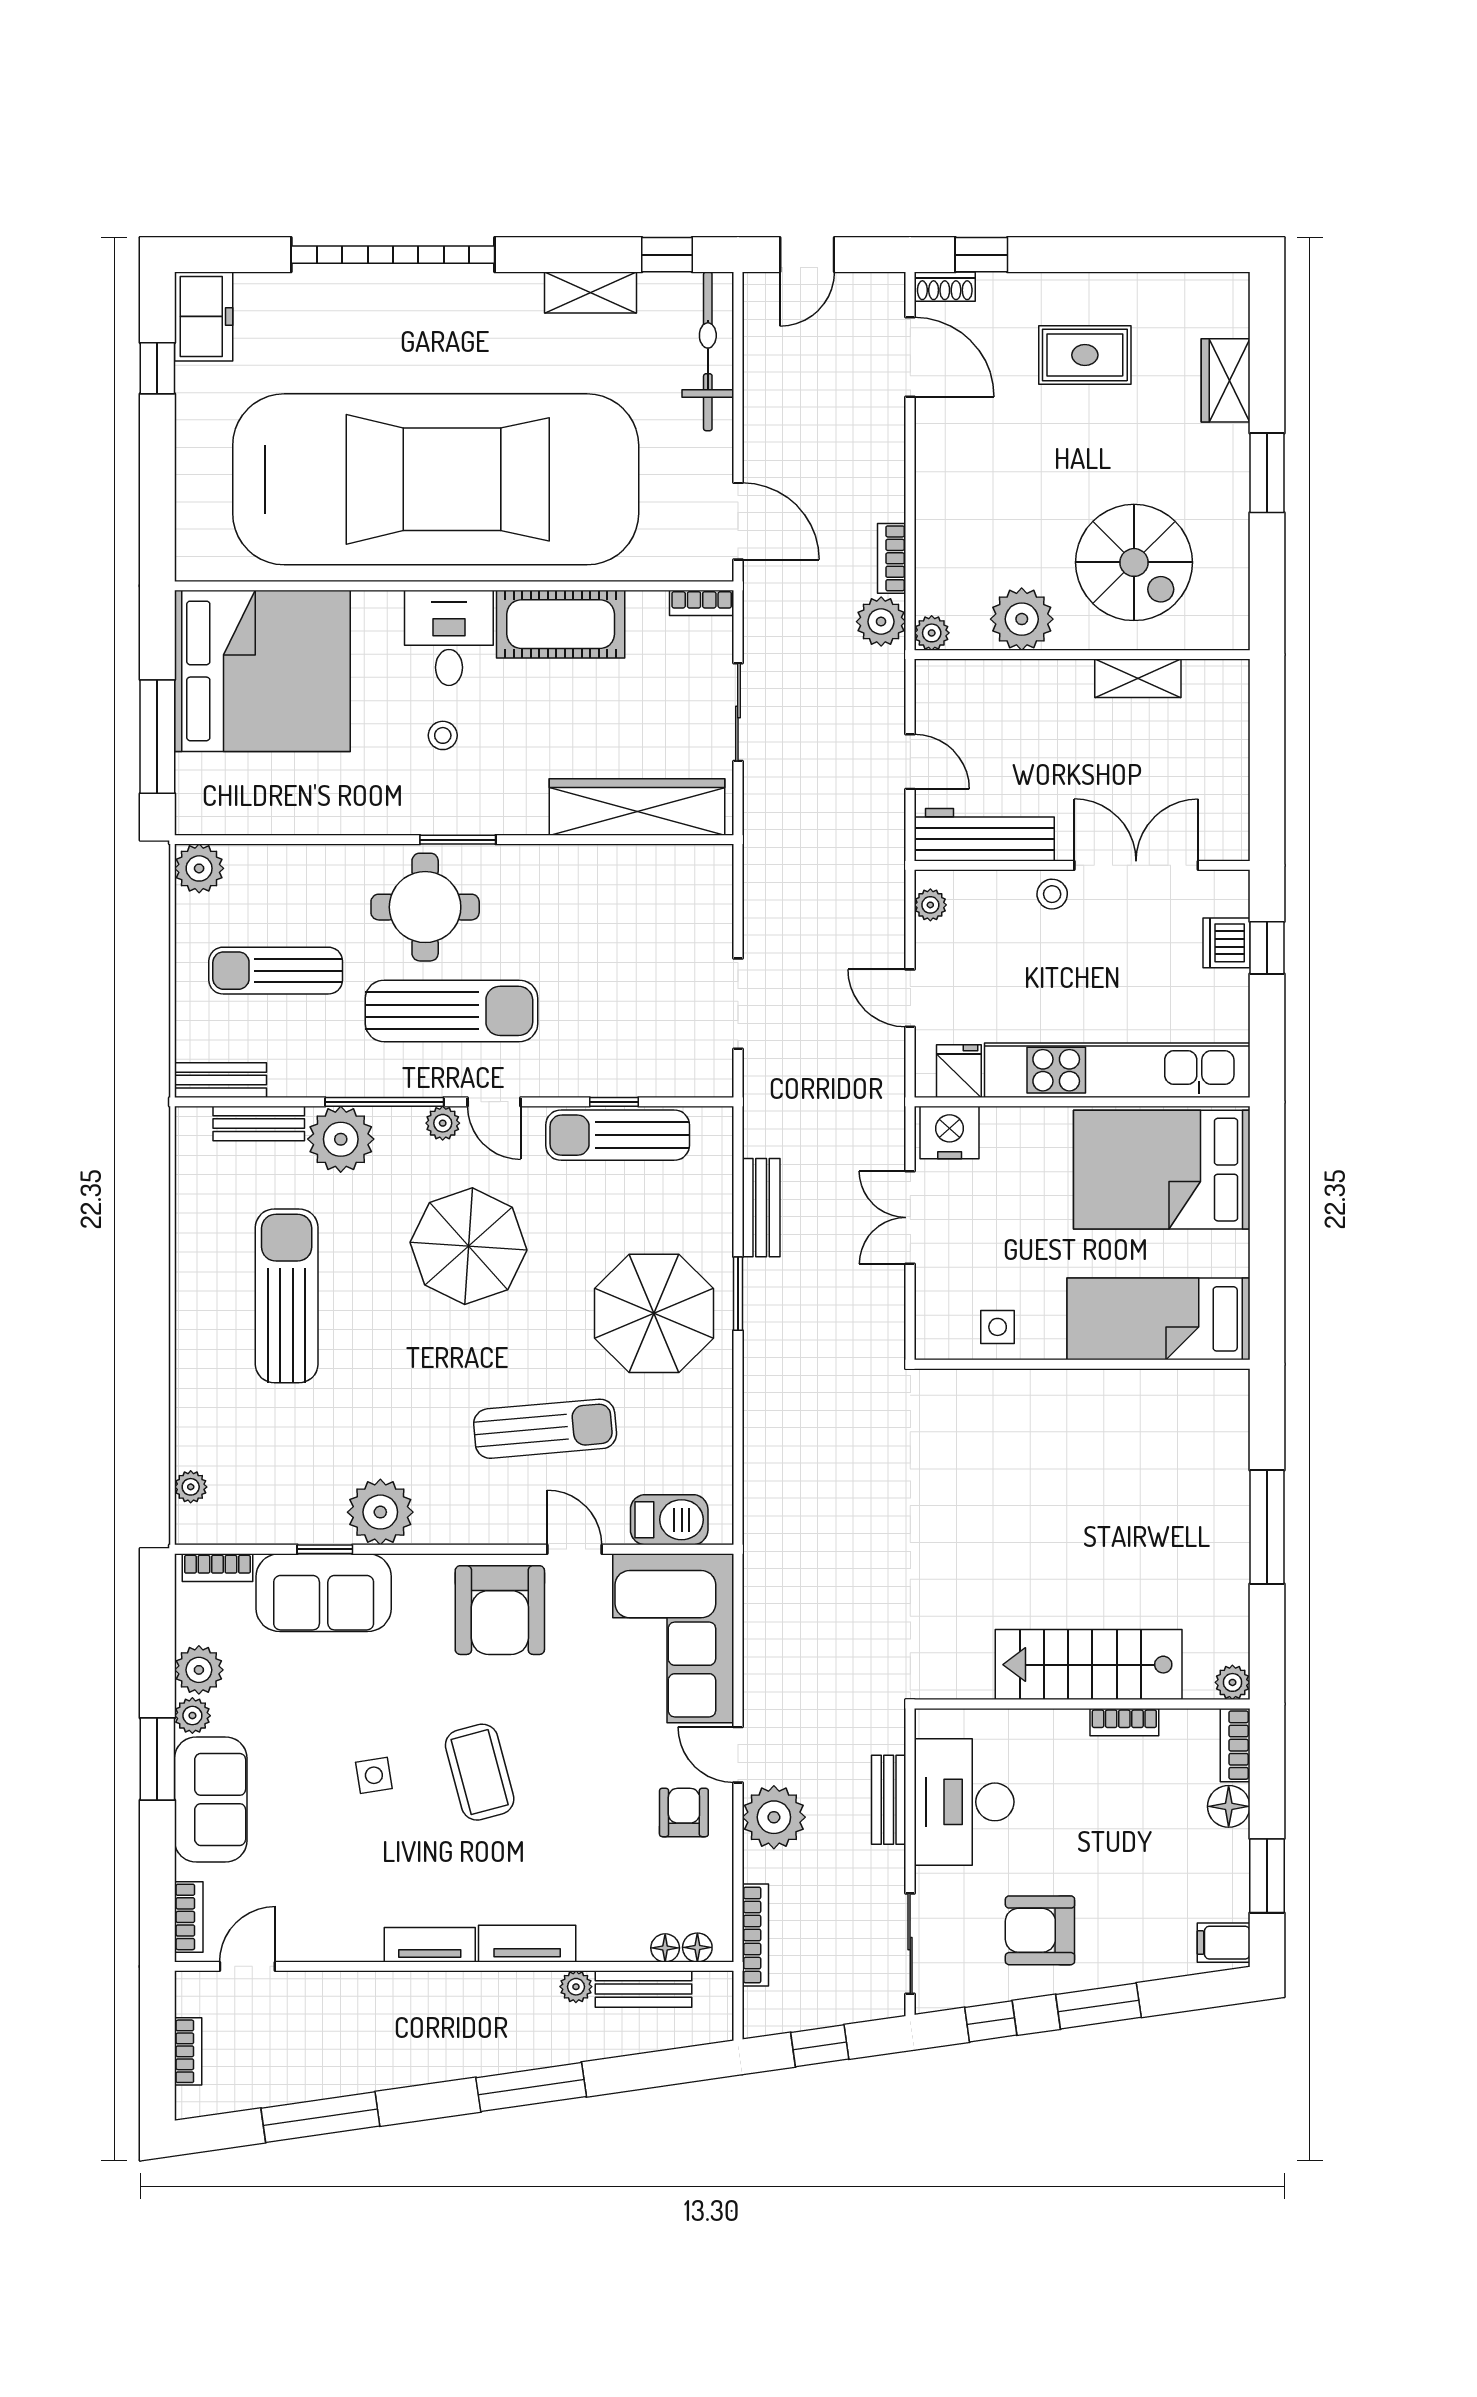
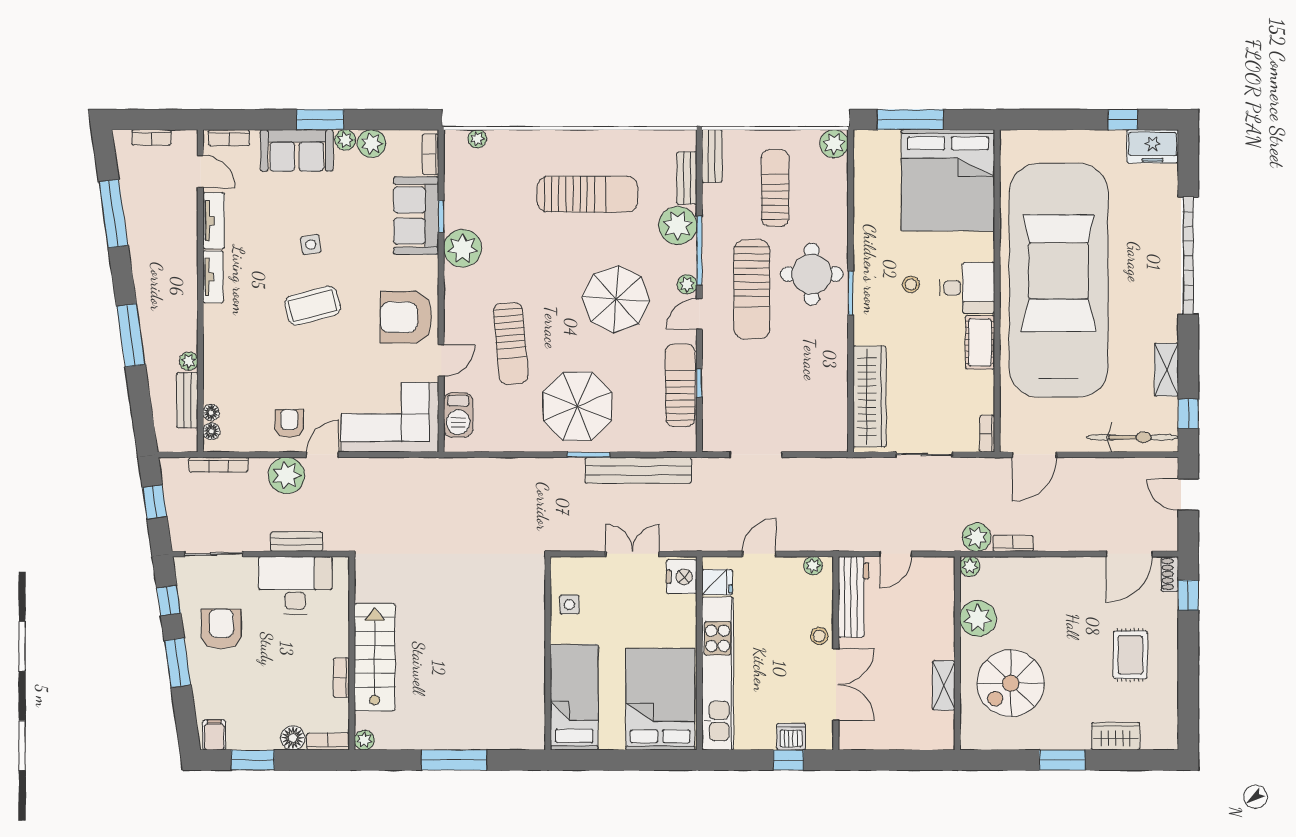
car: (436, 479) -> (1059, 280), turned 180
cot: (561, 624) -> (980, 342), width x0.73, depth x0.75
bench: (761, 1208) -> (638, 470), width x1.86, depth x1.21
armchair: (684, 1812) -> (289, 423), turned -90
tv unit: (527, 1944) -> (214, 221), moved

